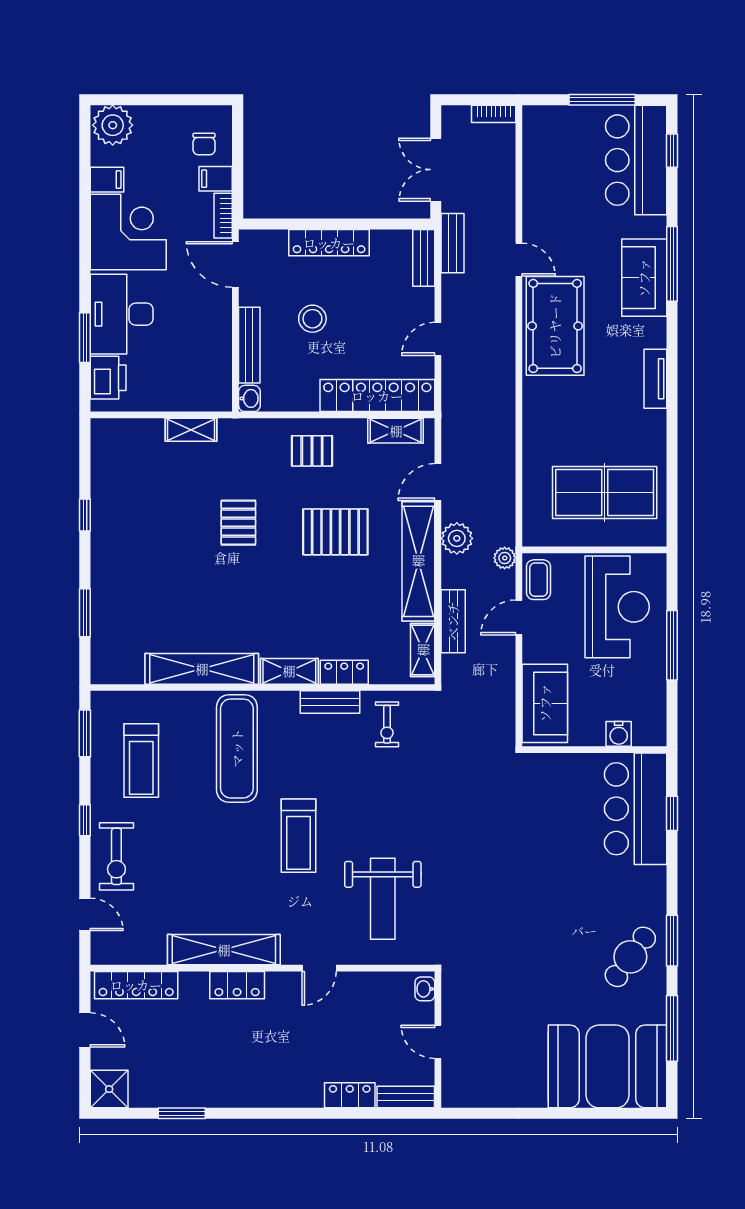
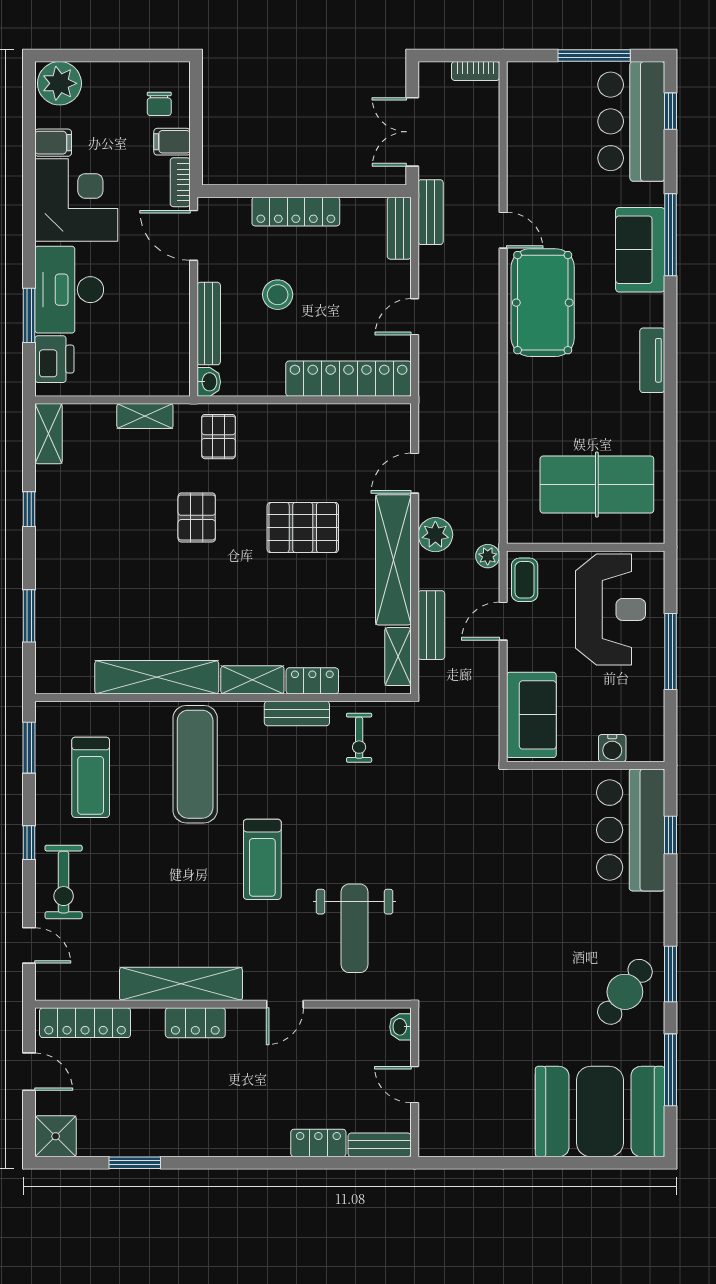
shelving: (396, 431) -> (49, 434), moved, turned 90
pallet: (312, 451) -> (219, 437), moved, turned 90

